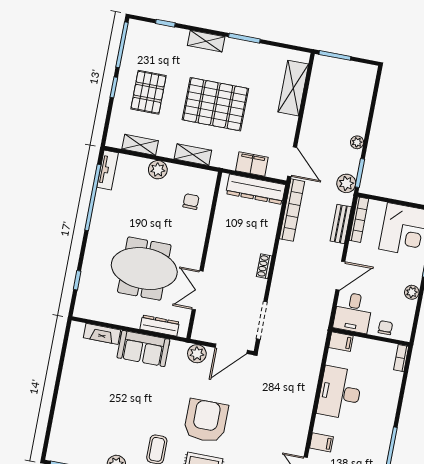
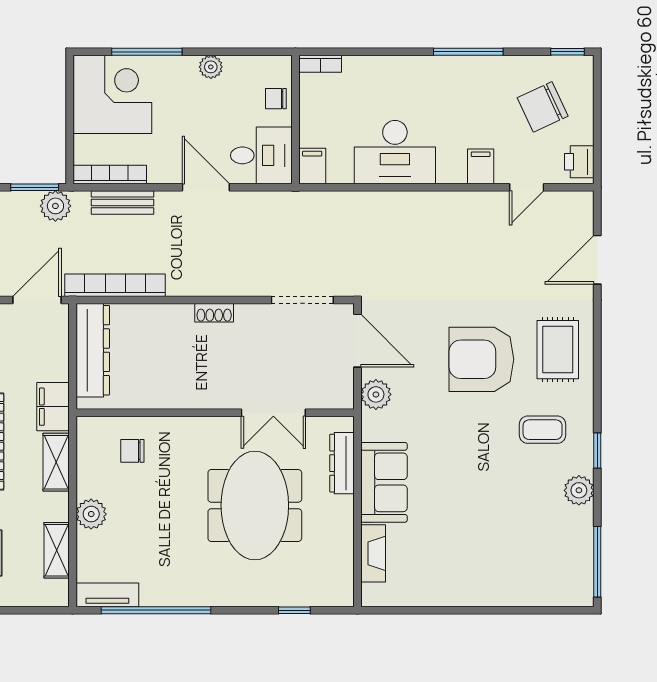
filing cabinet: (252, 164) -> (53, 407), moved

